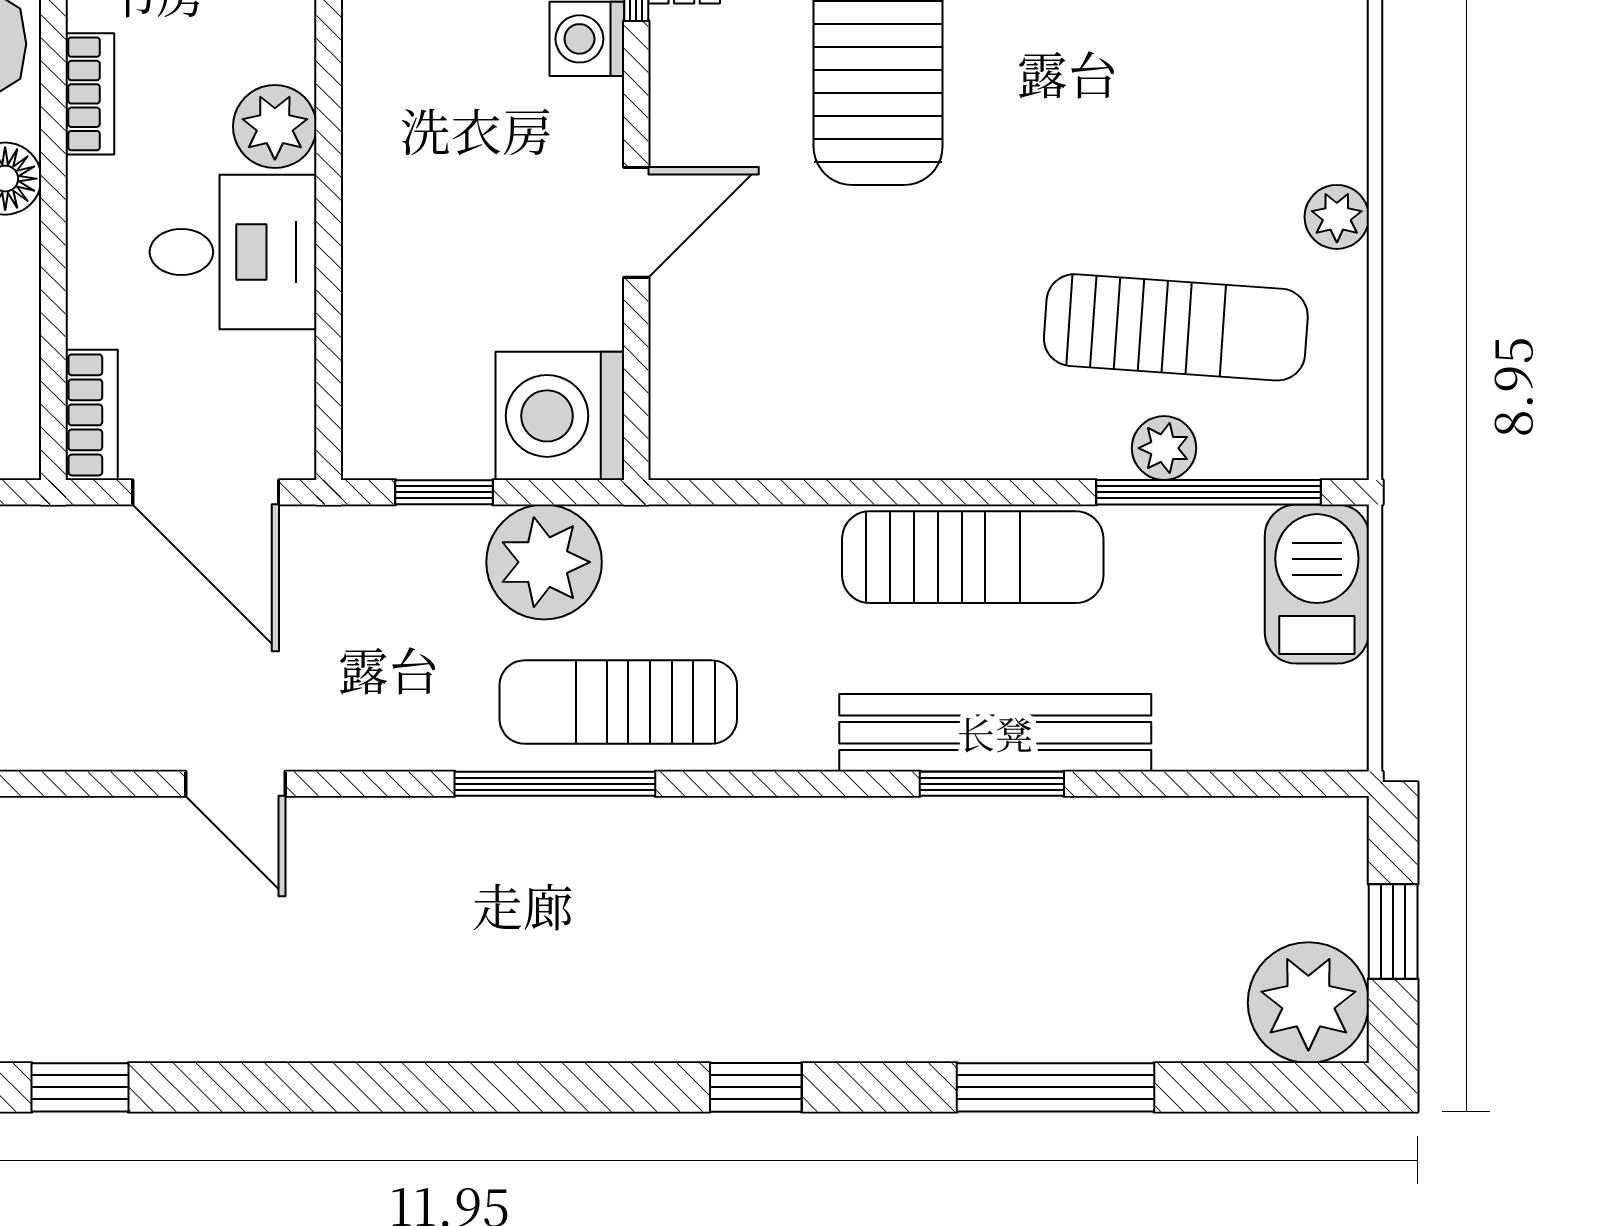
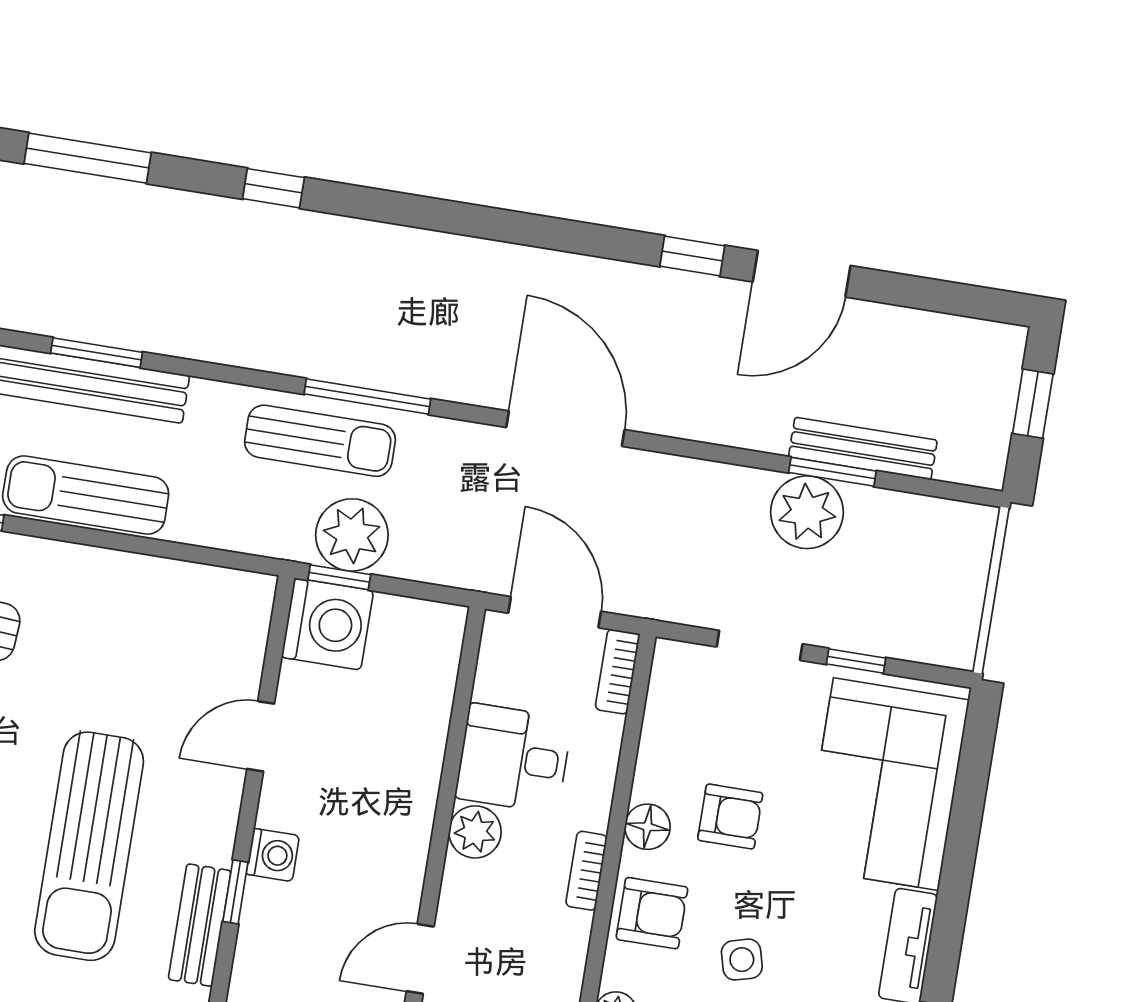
window: (444, 492) -> (339, 577), moved
door: (236, 784) -> (565, 429), width x1.88

